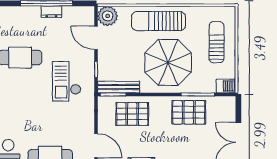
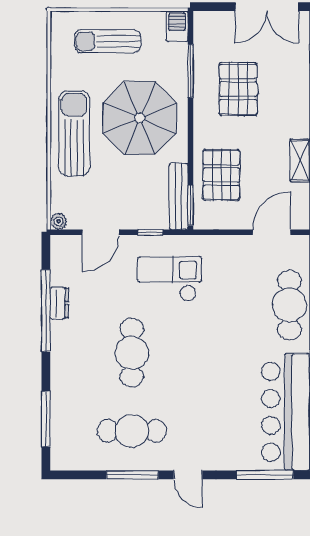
plant: (108, 16) -> (59, 221), width x0.53, depth x0.53
sun lounger: (158, 21) -> (74, 133), turned 180
checkout: (67, 81) -> (170, 279), turned 180
pallet: (189, 112) -> (238, 89), moved

